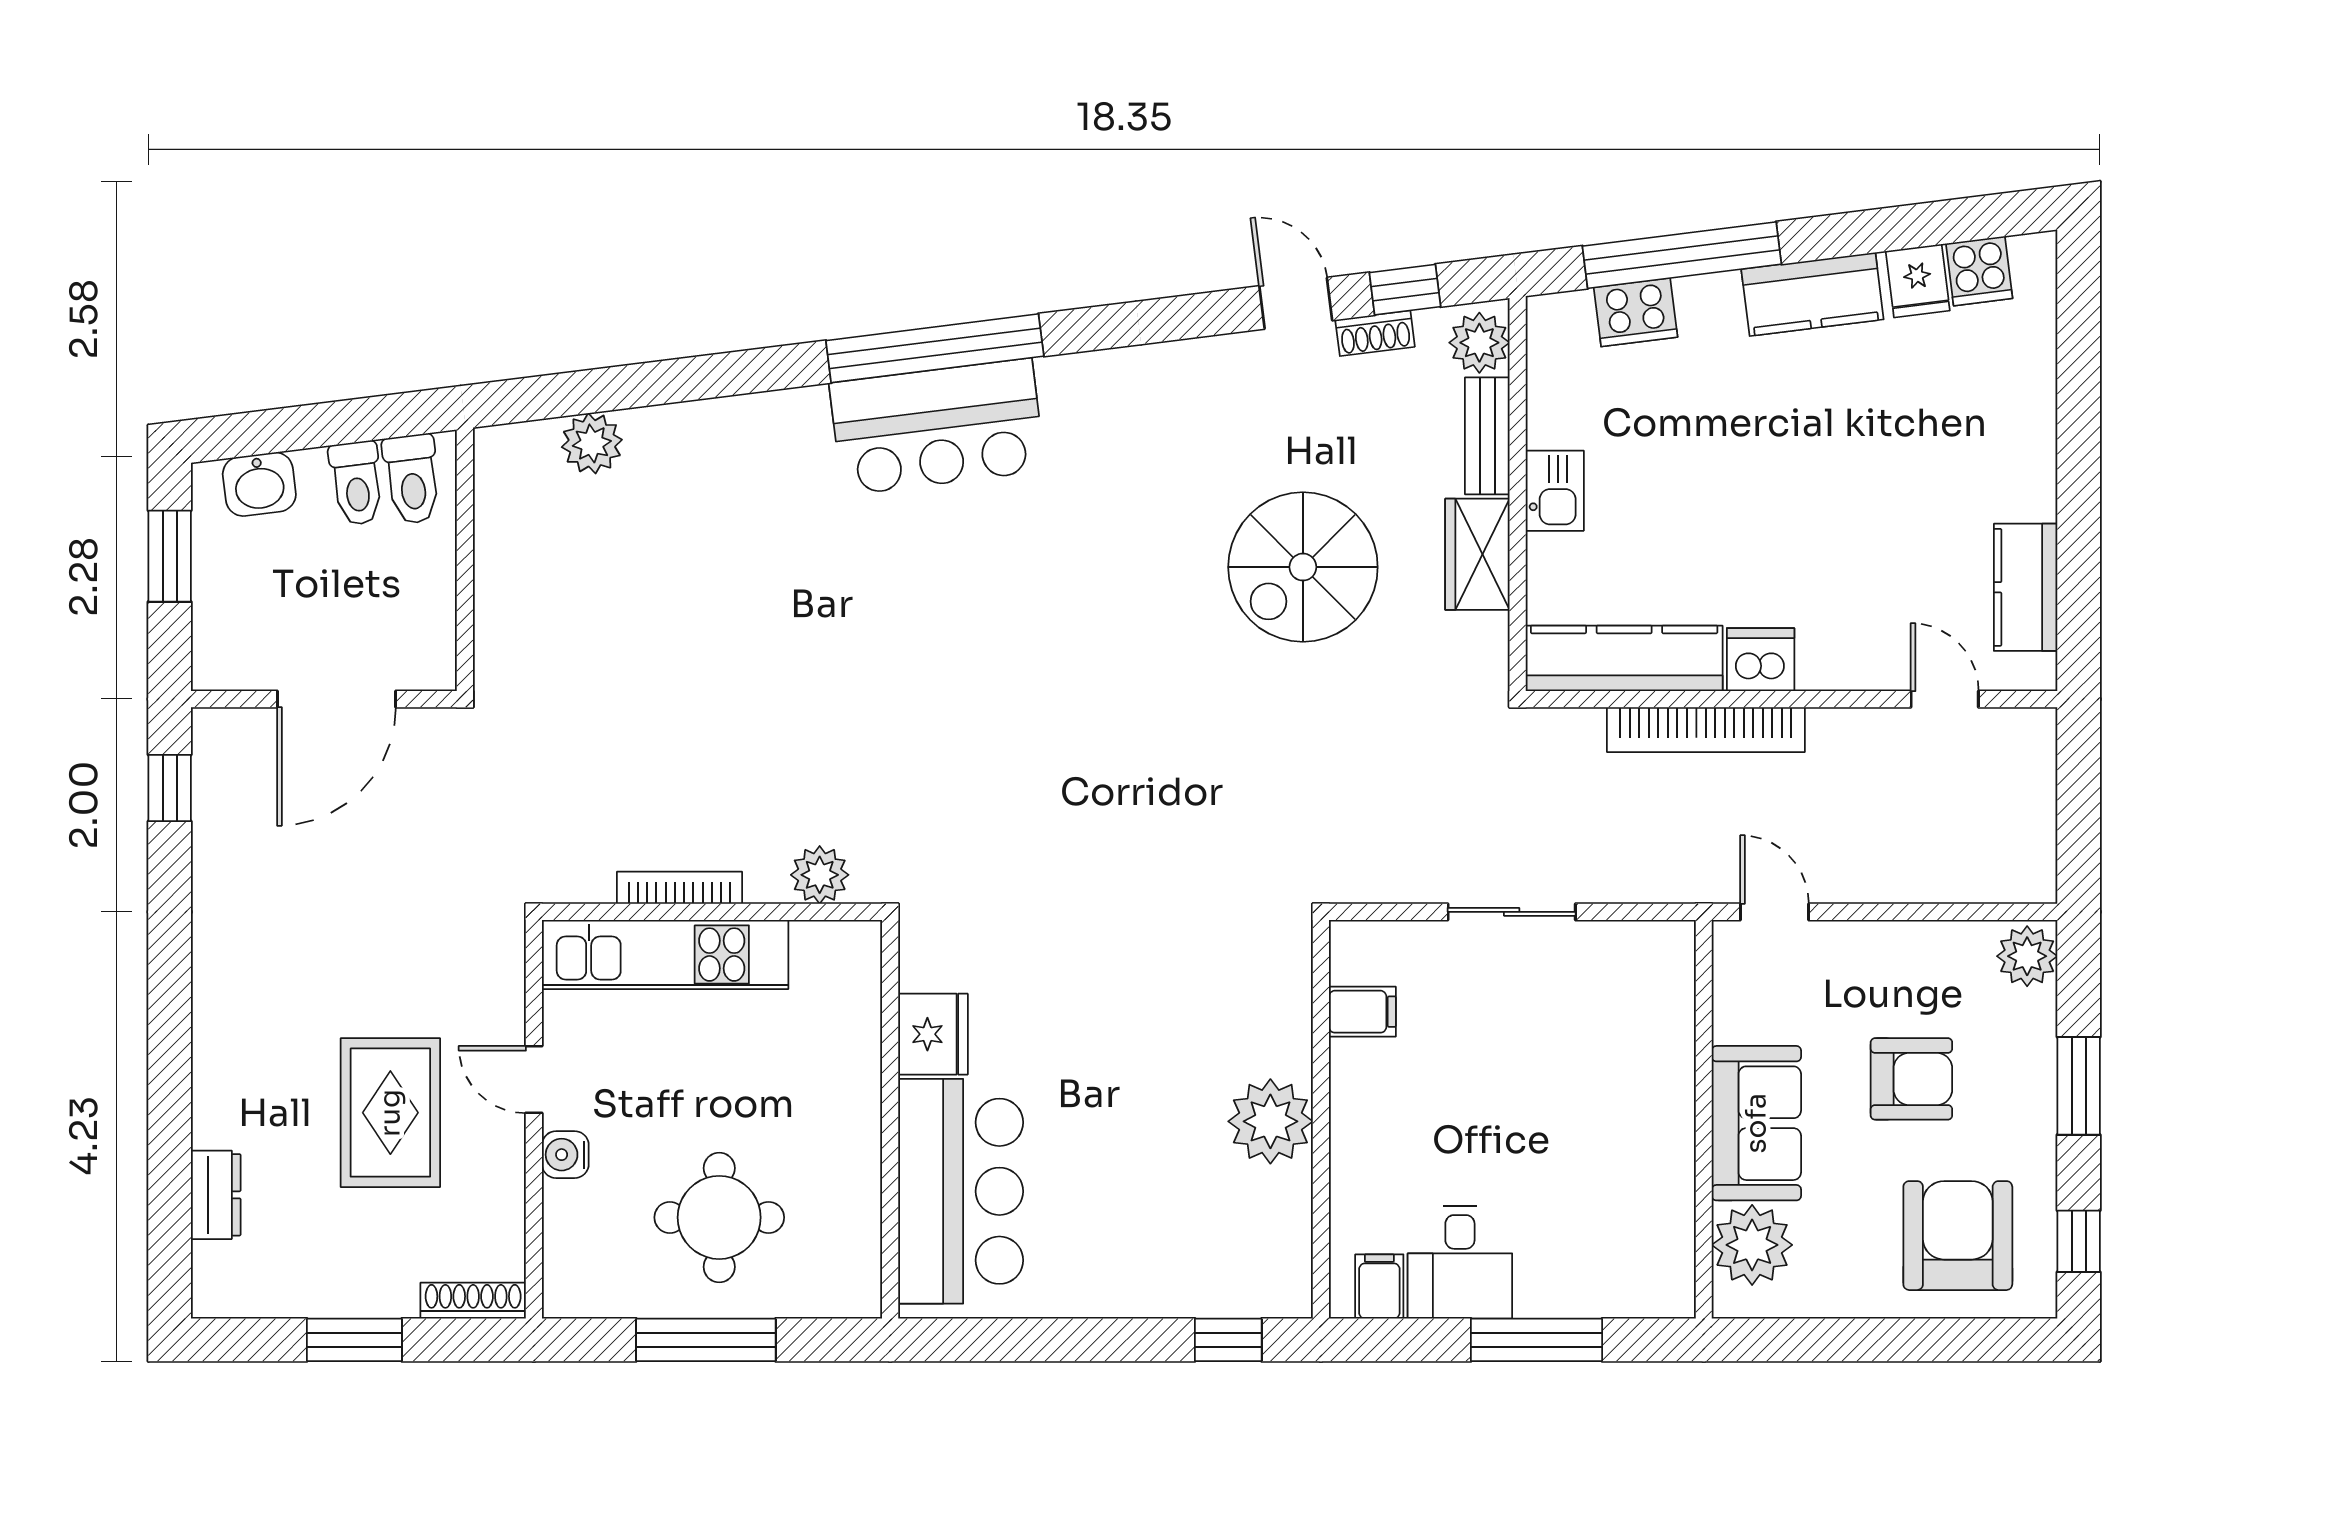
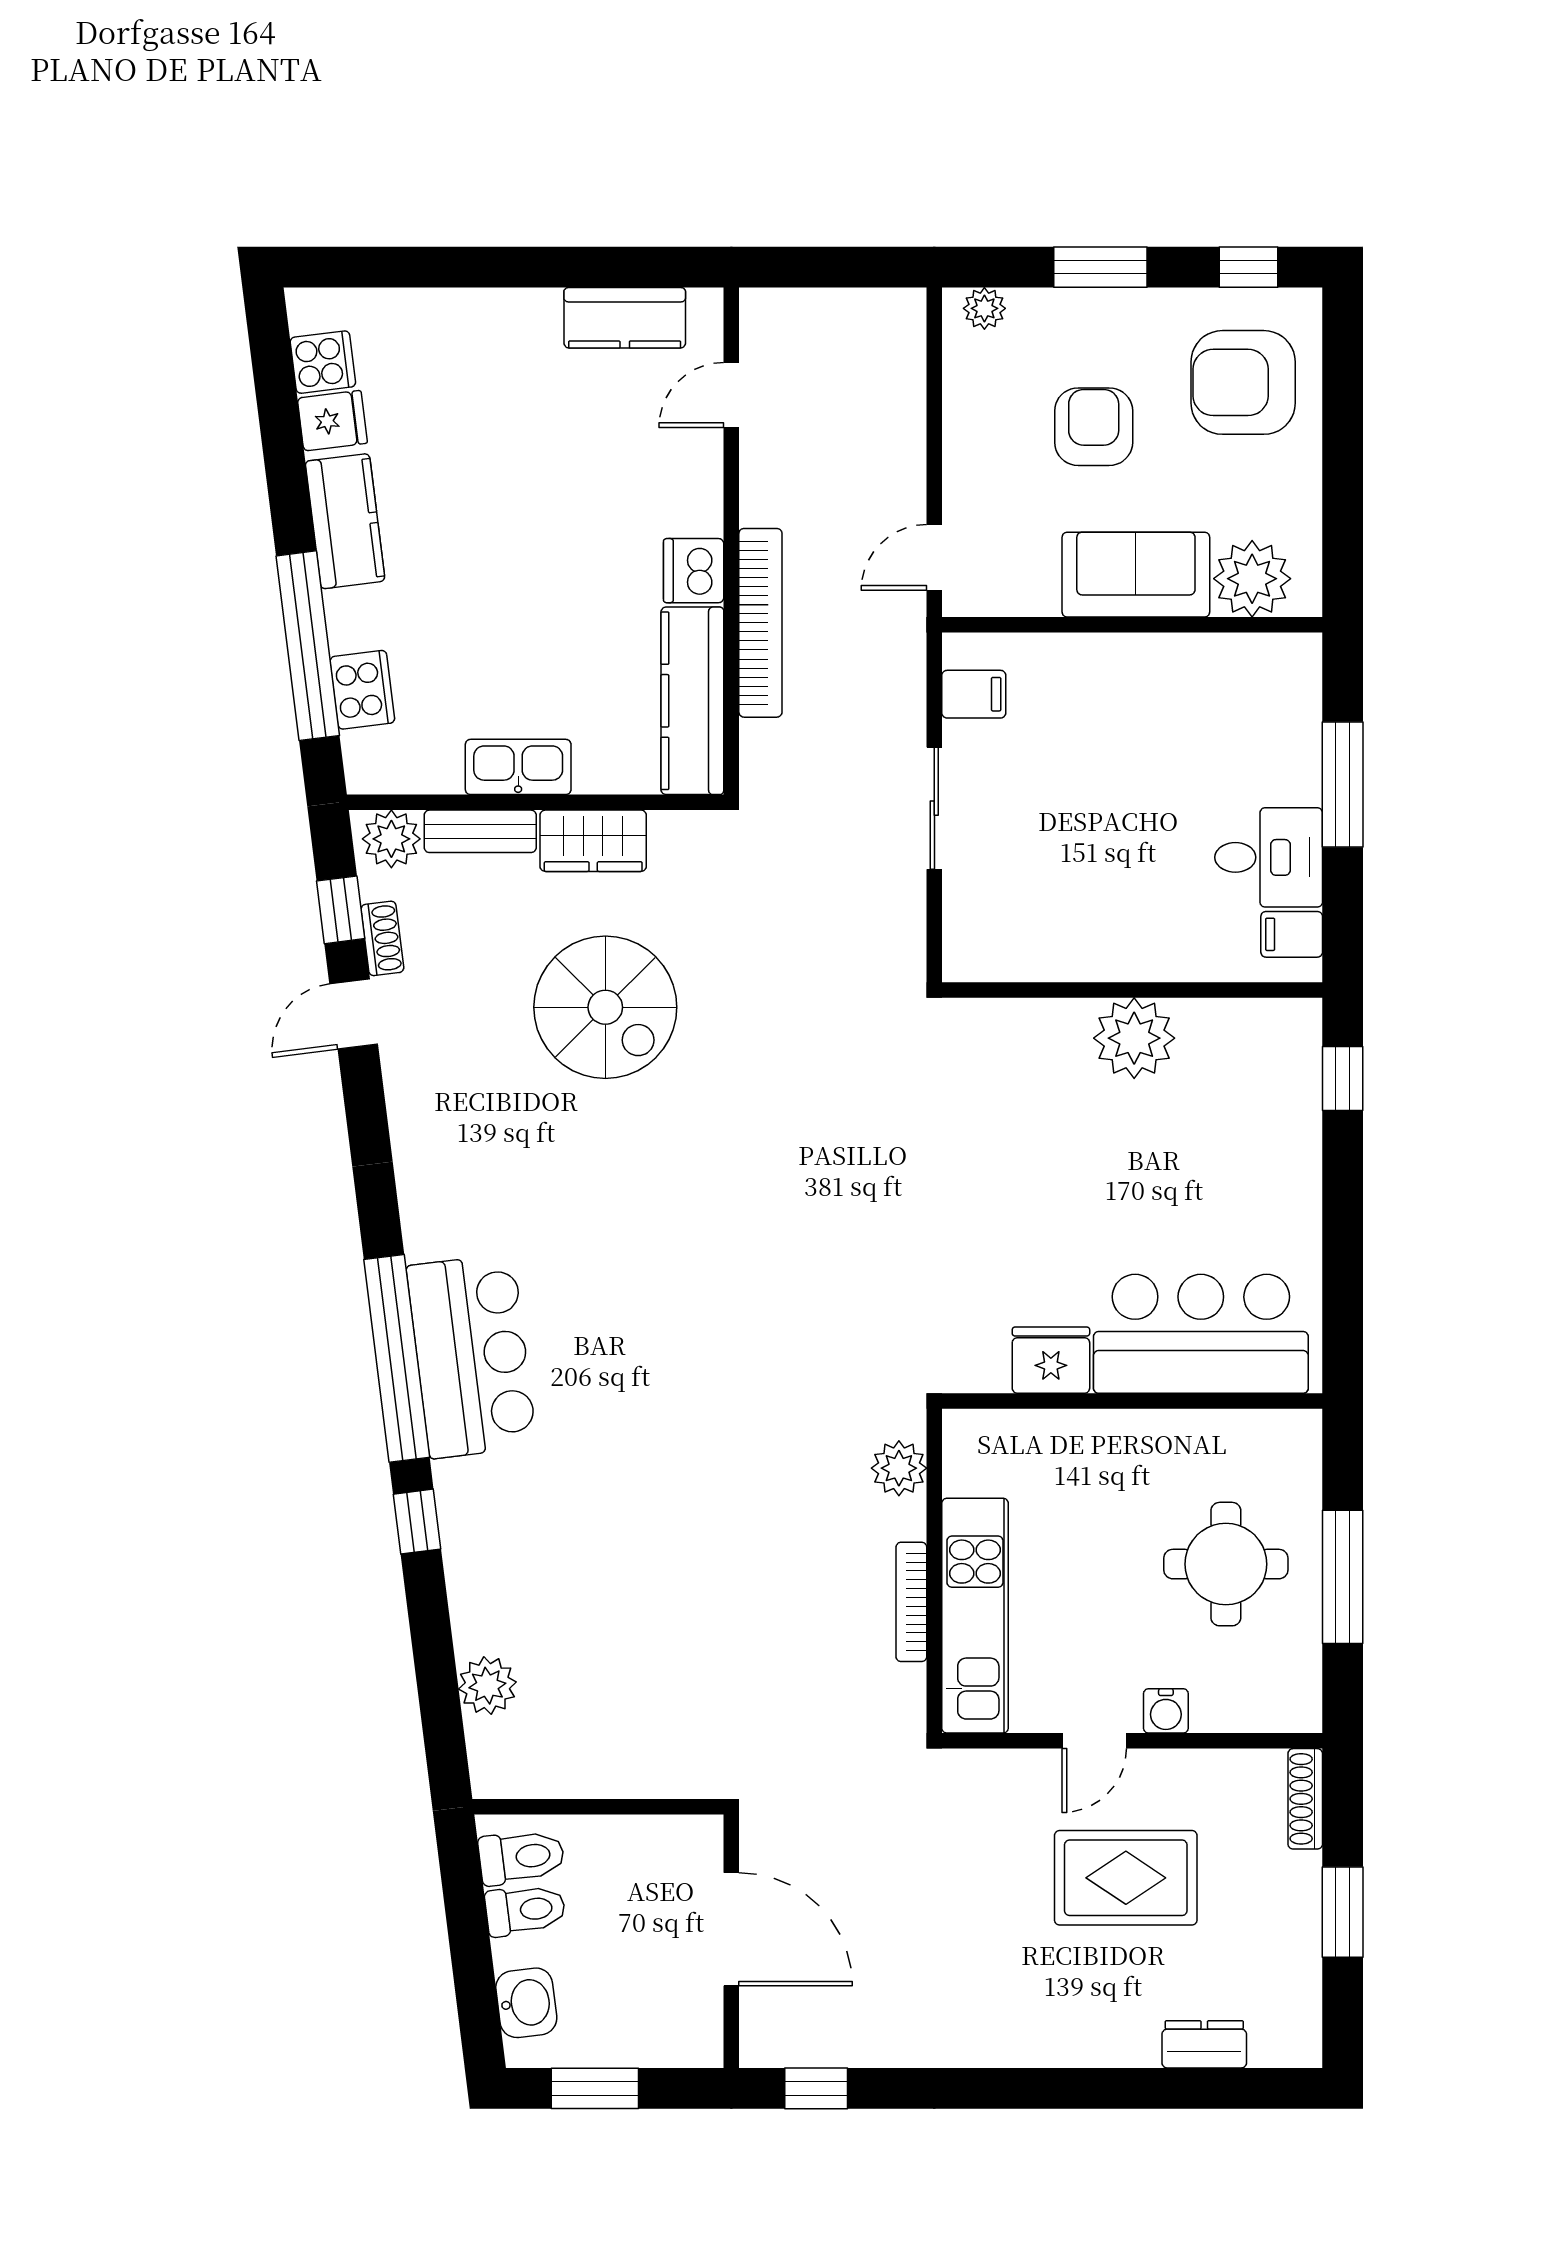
window: (764, 370) -> (417, 1522), added
kitchen sink: (1555, 491) -> (518, 767), width x1.38
plant: (2027, 956) -> (984, 308), width x0.73, depth x0.73
filing cabinet: (1362, 1012) -> (974, 694), moved, turned 90

